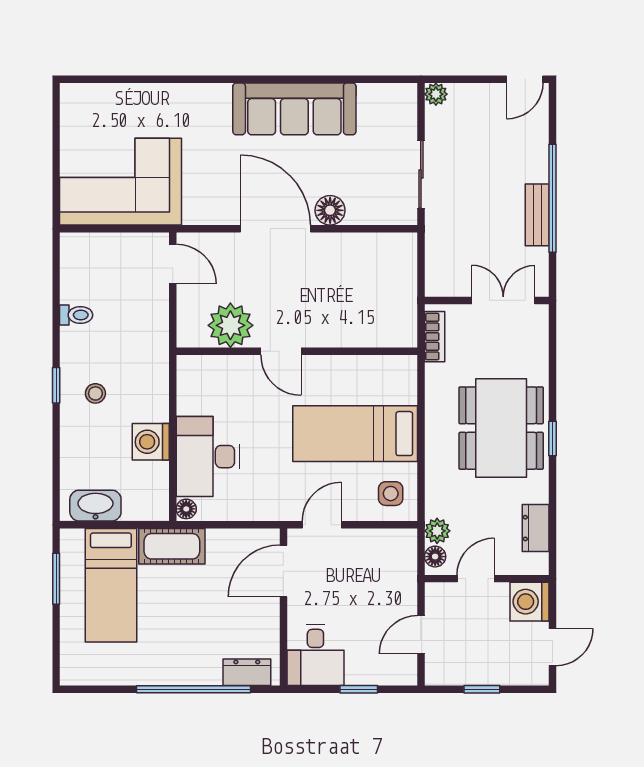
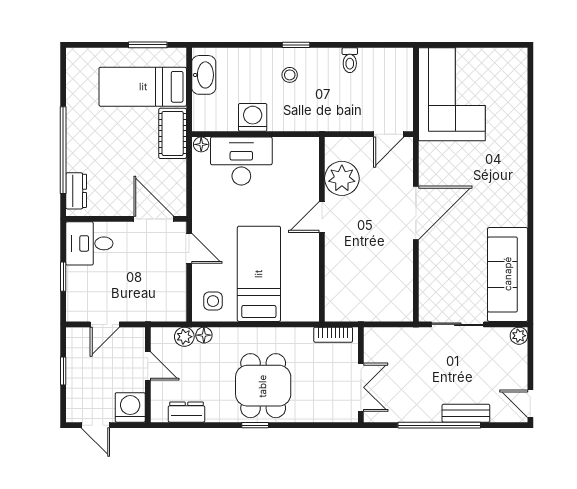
sofa: (294, 109) -> (508, 274), moved
floor lamp: (330, 210) -> (430, 255), removed
bench: (537, 215) -> (466, 413), moved
dining table: (501, 428) -> (263, 386), width x0.73
floor lamp: (435, 557) -> (204, 335), moved
door: (421, 635) -> (105, 324), swing flipped

